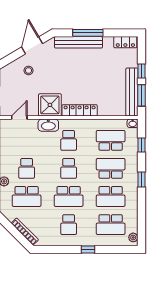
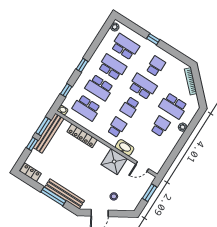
locker: (80, 110) -> (82, 136), moved
school desk: (69, 168) -> (130, 107), turned 180
school desk: (27, 196) -> (173, 106), turned 180

